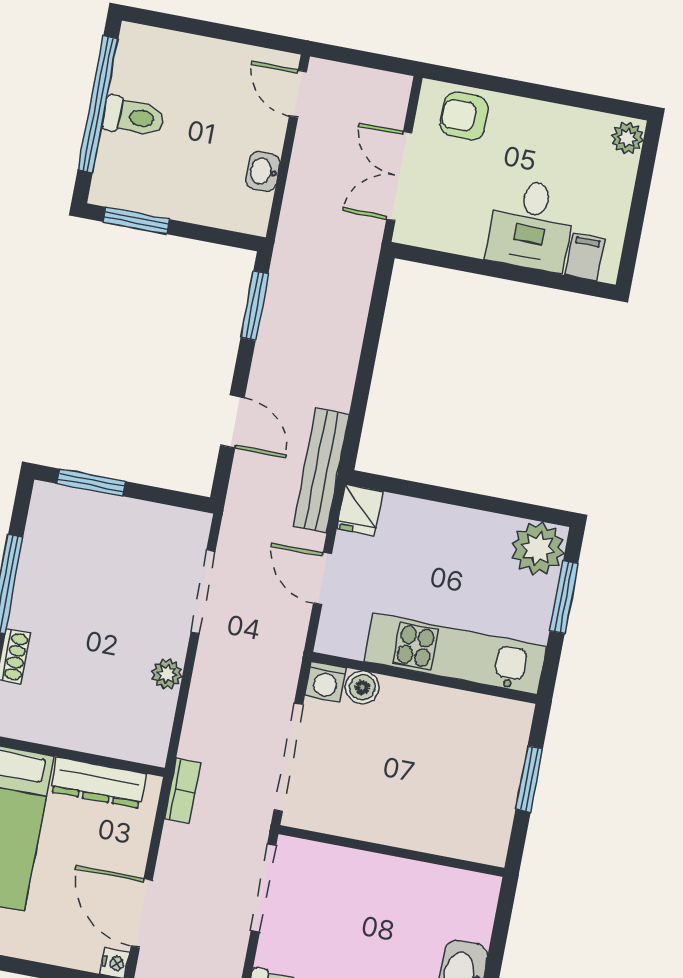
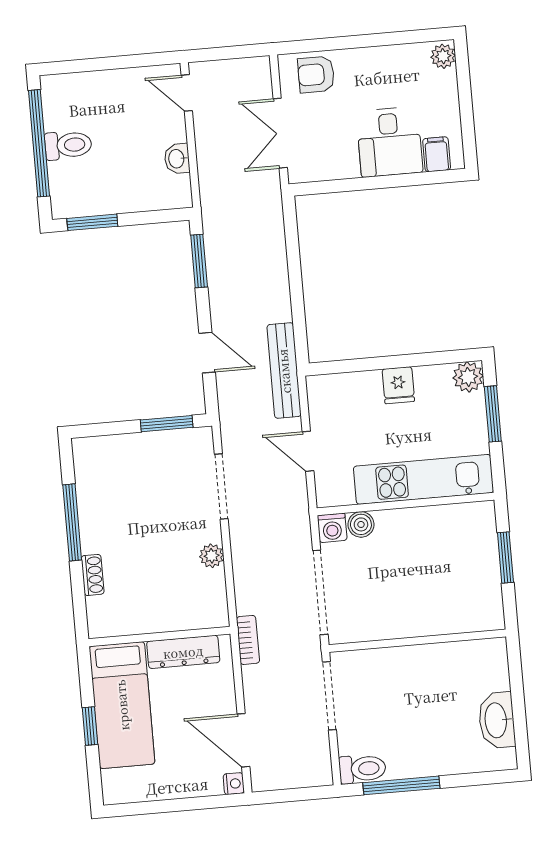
window: (91, 483) -> (167, 424), moved
fridge: (360, 510) -> (398, 385), moved
plant: (538, 548) -> (468, 377), width x0.73, depth x0.73

